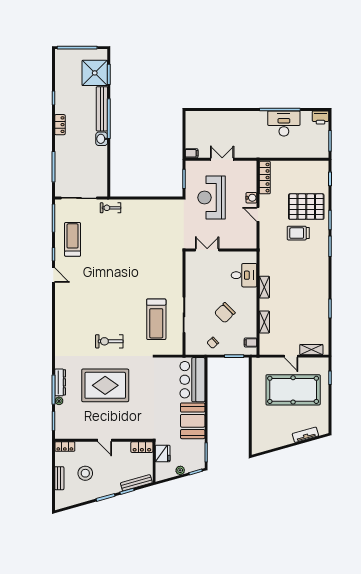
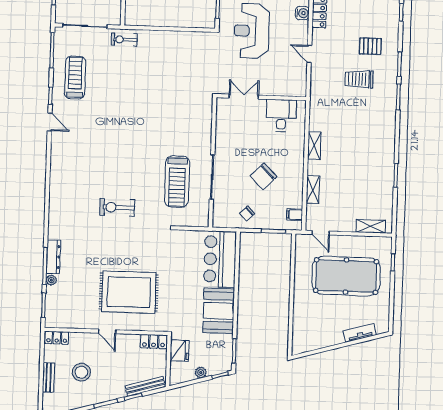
water cooler: (251, 198) -> (302, 13), moved
pallet: (306, 207) -> (370, 46), width x0.49, depth x0.50
desk: (244, 275) -> (281, 116), moved, turned -90
door: (291, 356) -> (321, 233), moved
rug: (105, 385) -> (129, 292), moved

